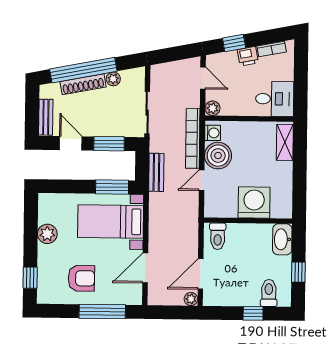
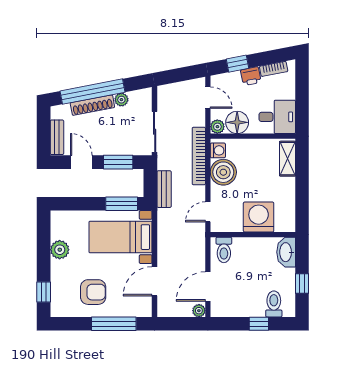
floor lamp: (233, 104) -> (237, 122), added
door: (202, 180) -> (208, 212), moved

